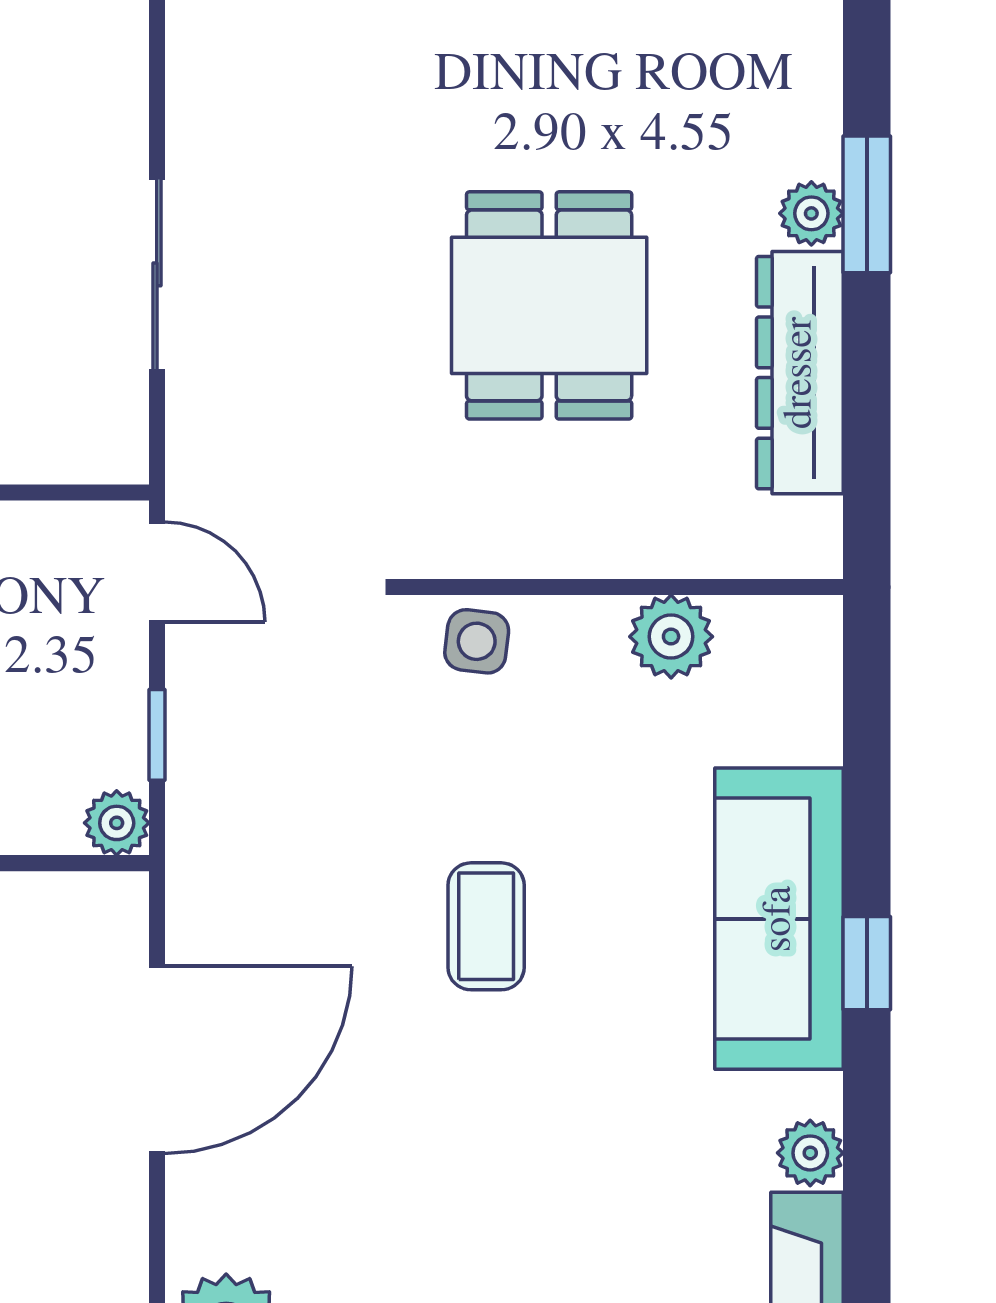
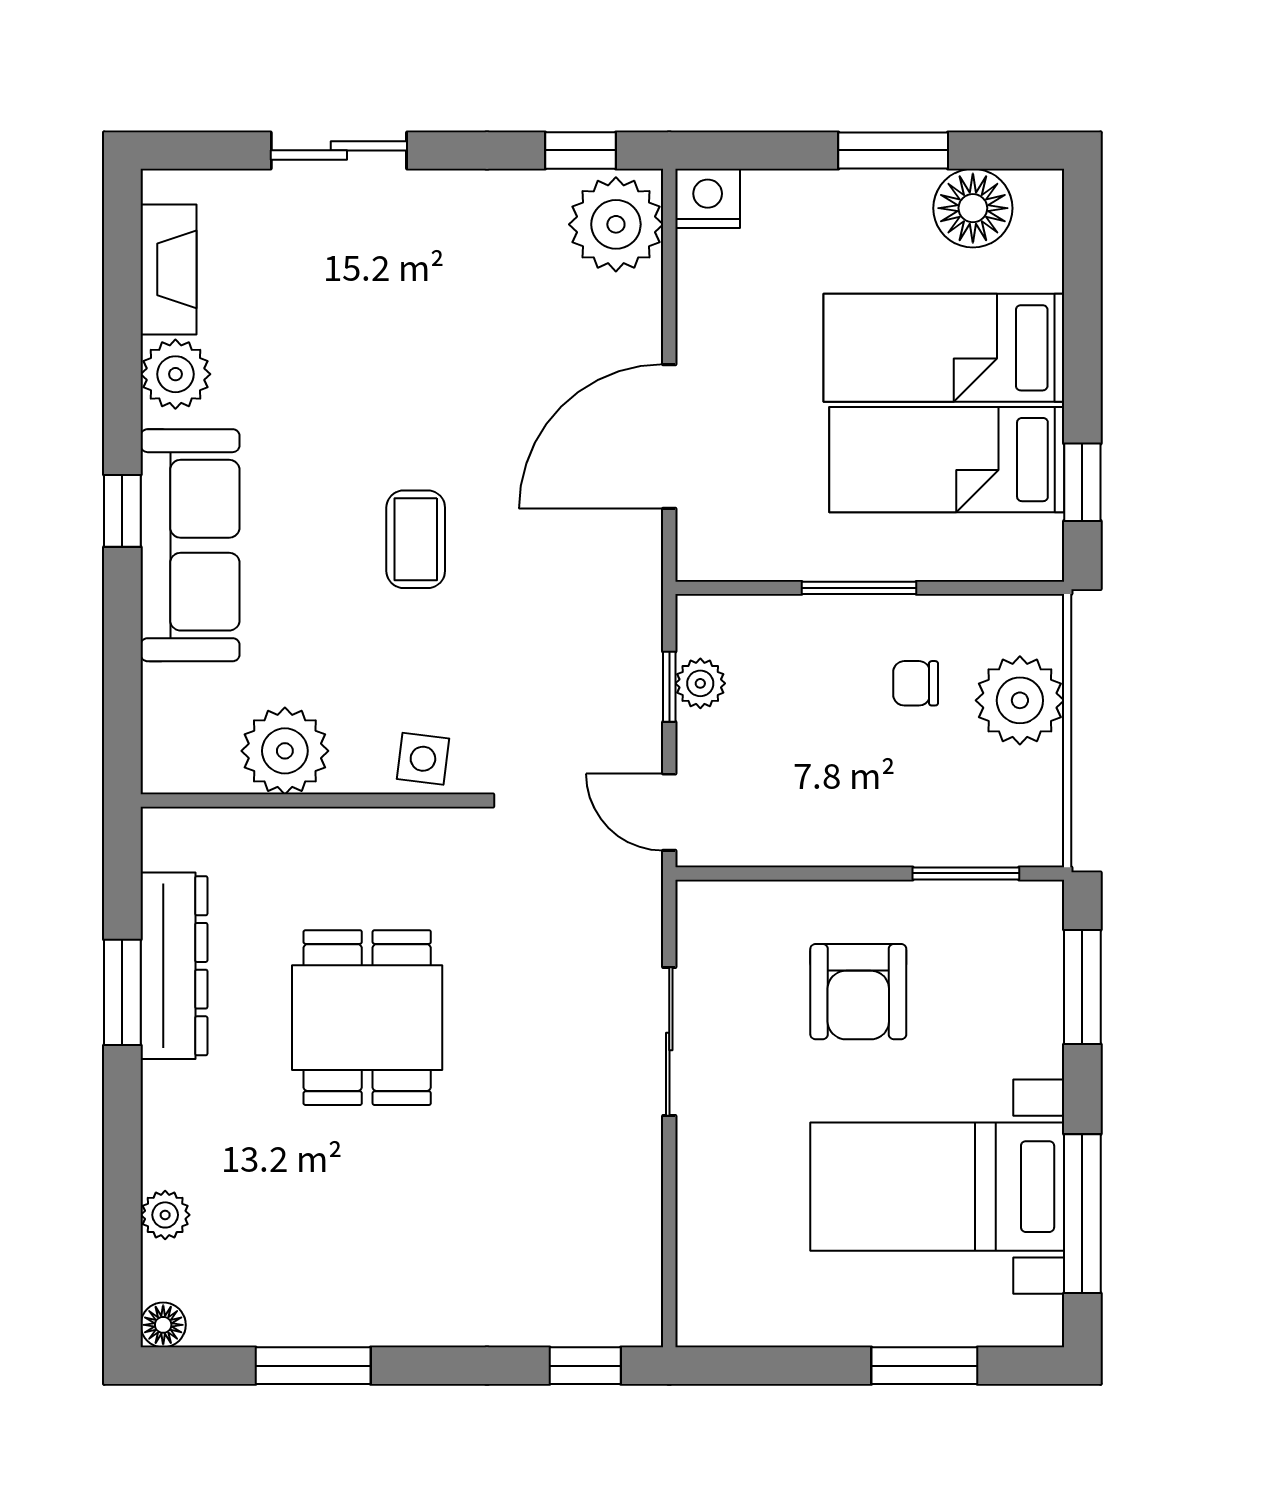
window: (867, 204) -> (122, 992), moved
plant: (811, 213) -> (165, 1215), moved
plant: (671, 637) -> (285, 751), width x1.36, depth x1.36
plant: (117, 823) -> (700, 683), moved
plant: (810, 1153) -> (175, 374), width x1.38, depth x1.38

